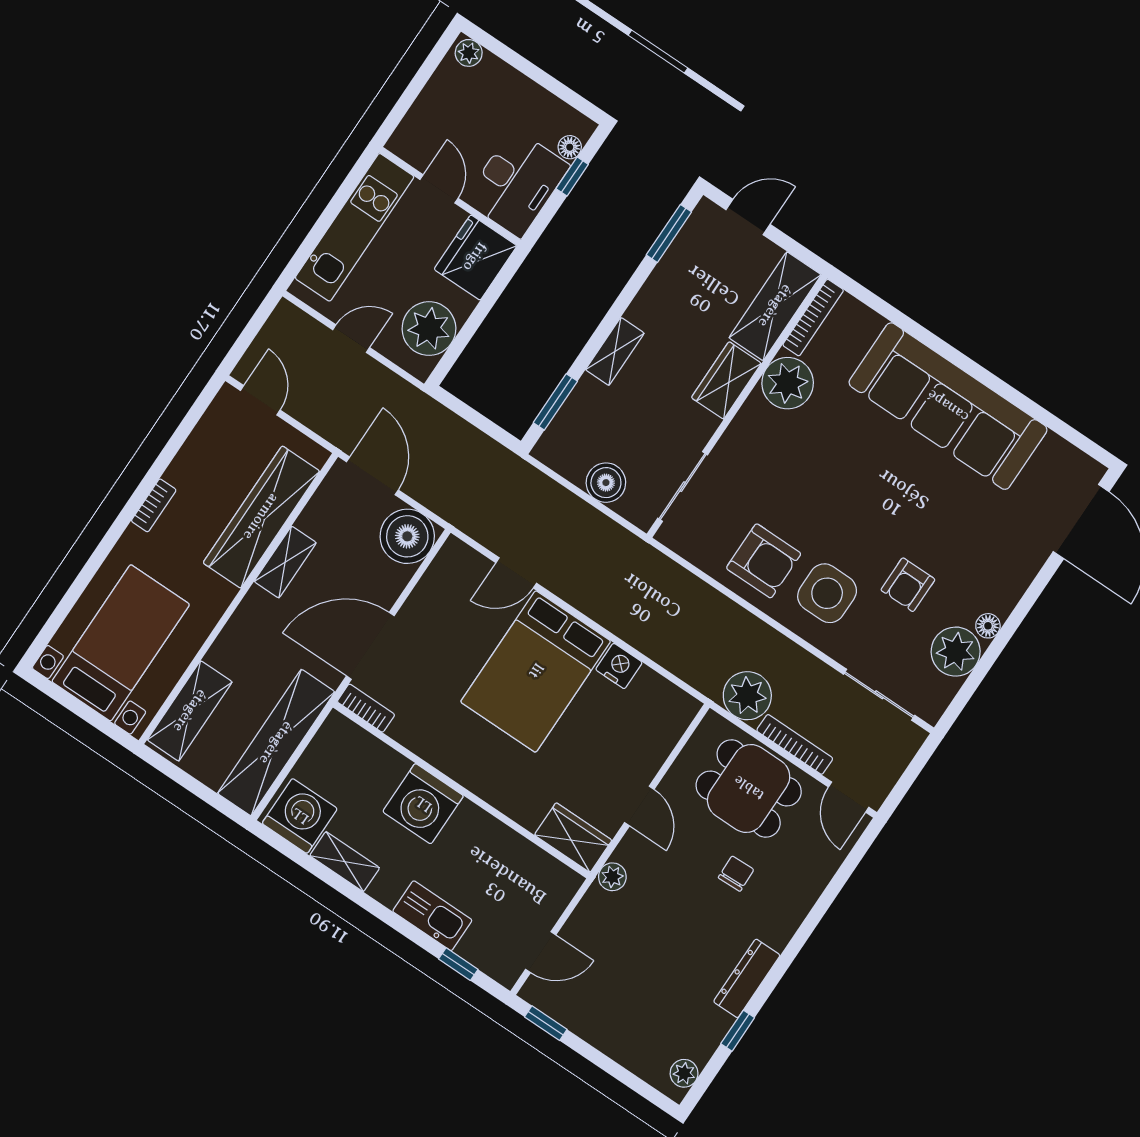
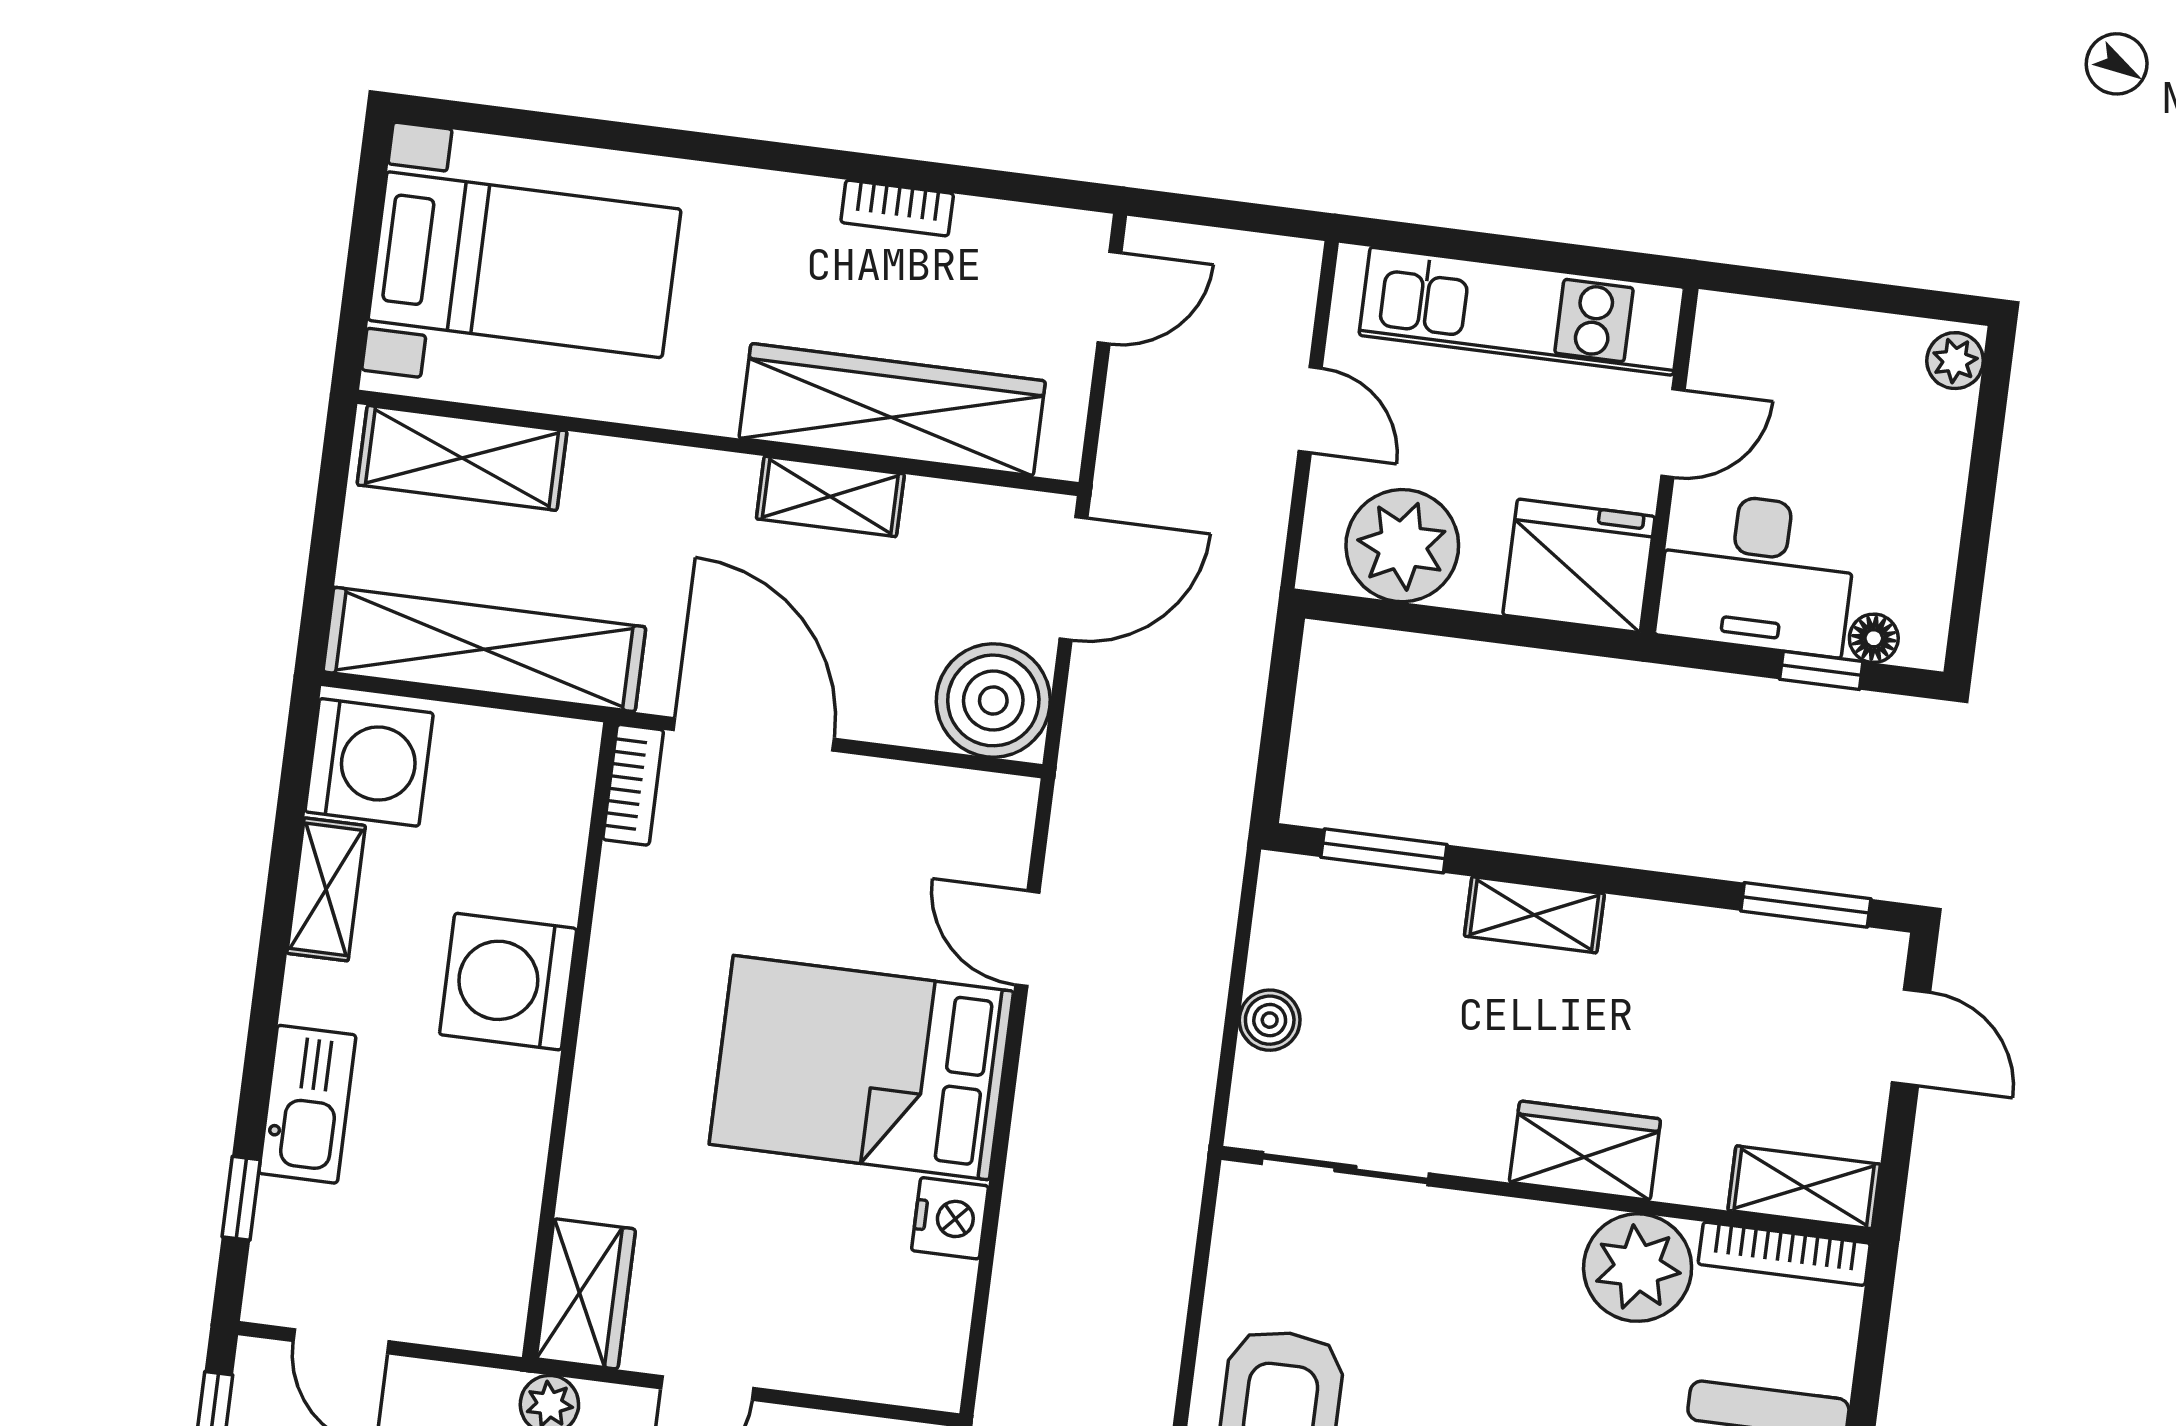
shelving: (775, 306) -> (1804, 1187), width x0.67, depth x0.75
boiler: (606, 483) -> (1270, 1020), width x0.73, depth x0.73
bookcase: (154, 505) -> (897, 208), moved

